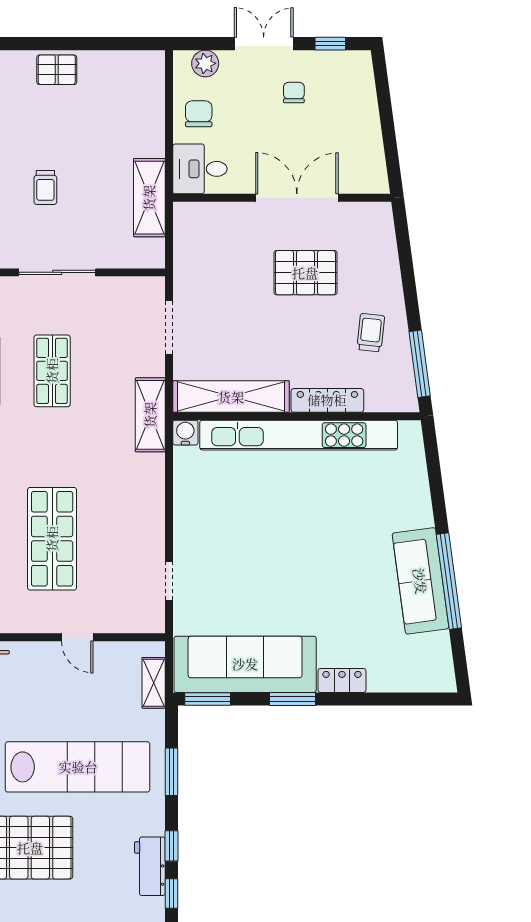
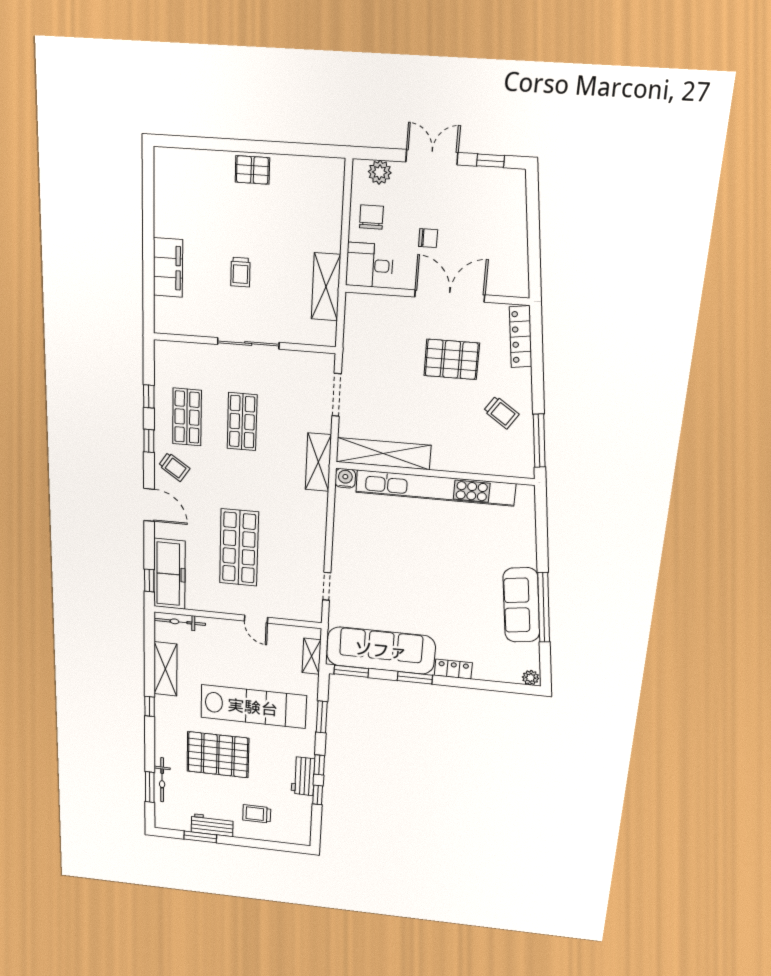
chair: (294, 93) -> (428, 238), moved, turned 90
trolley: (371, 333) -> (501, 413), turned 118
locker: (327, 400) -> (521, 337), moved, turned -98
plant: (443, 682) -> (531, 678), added

